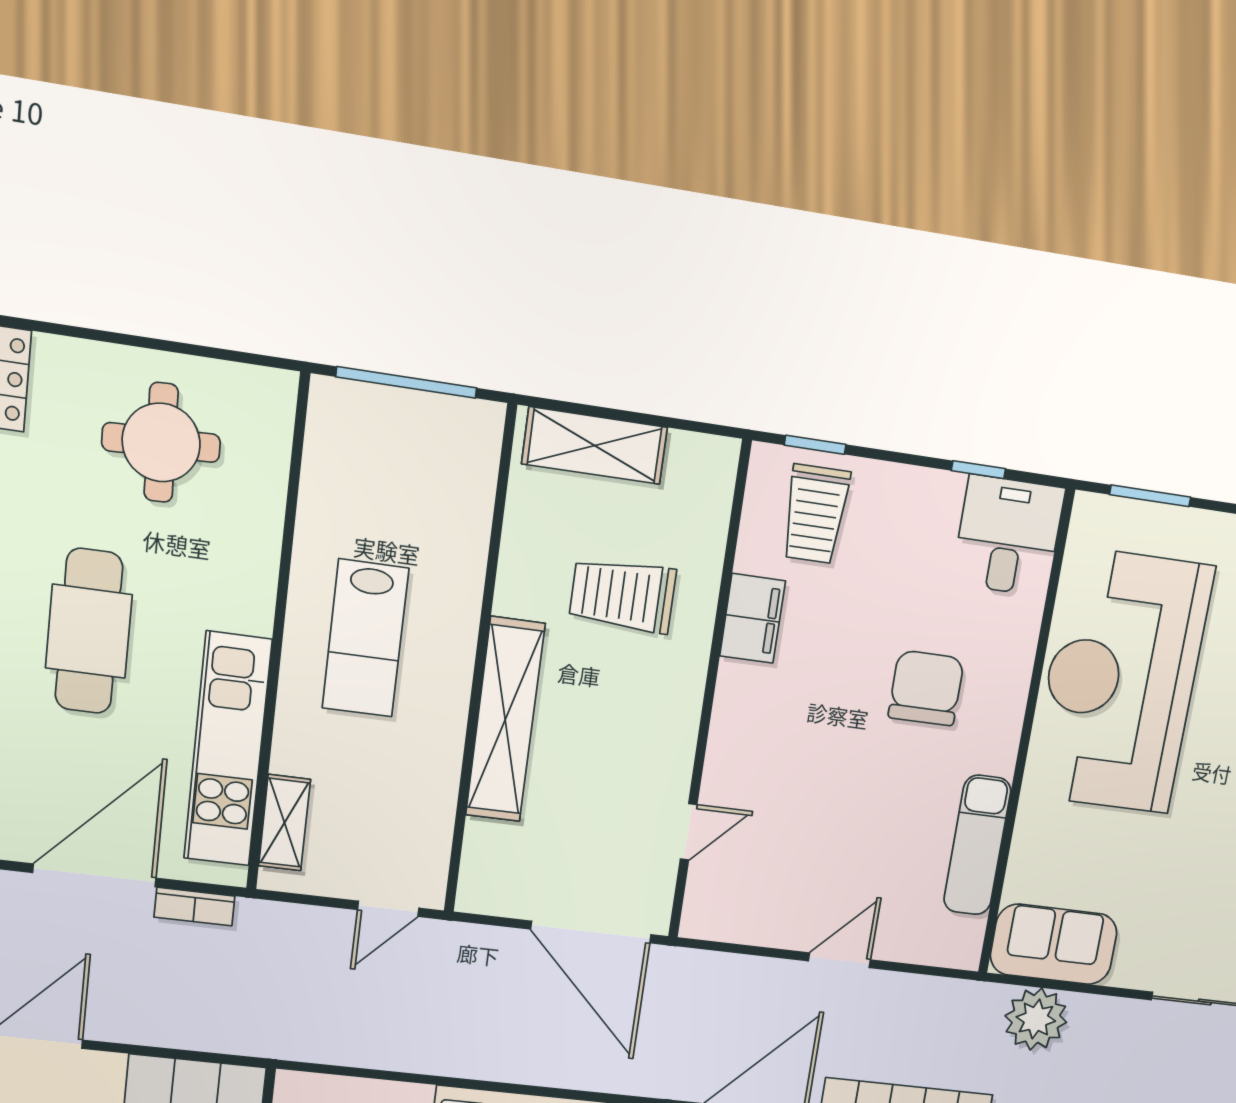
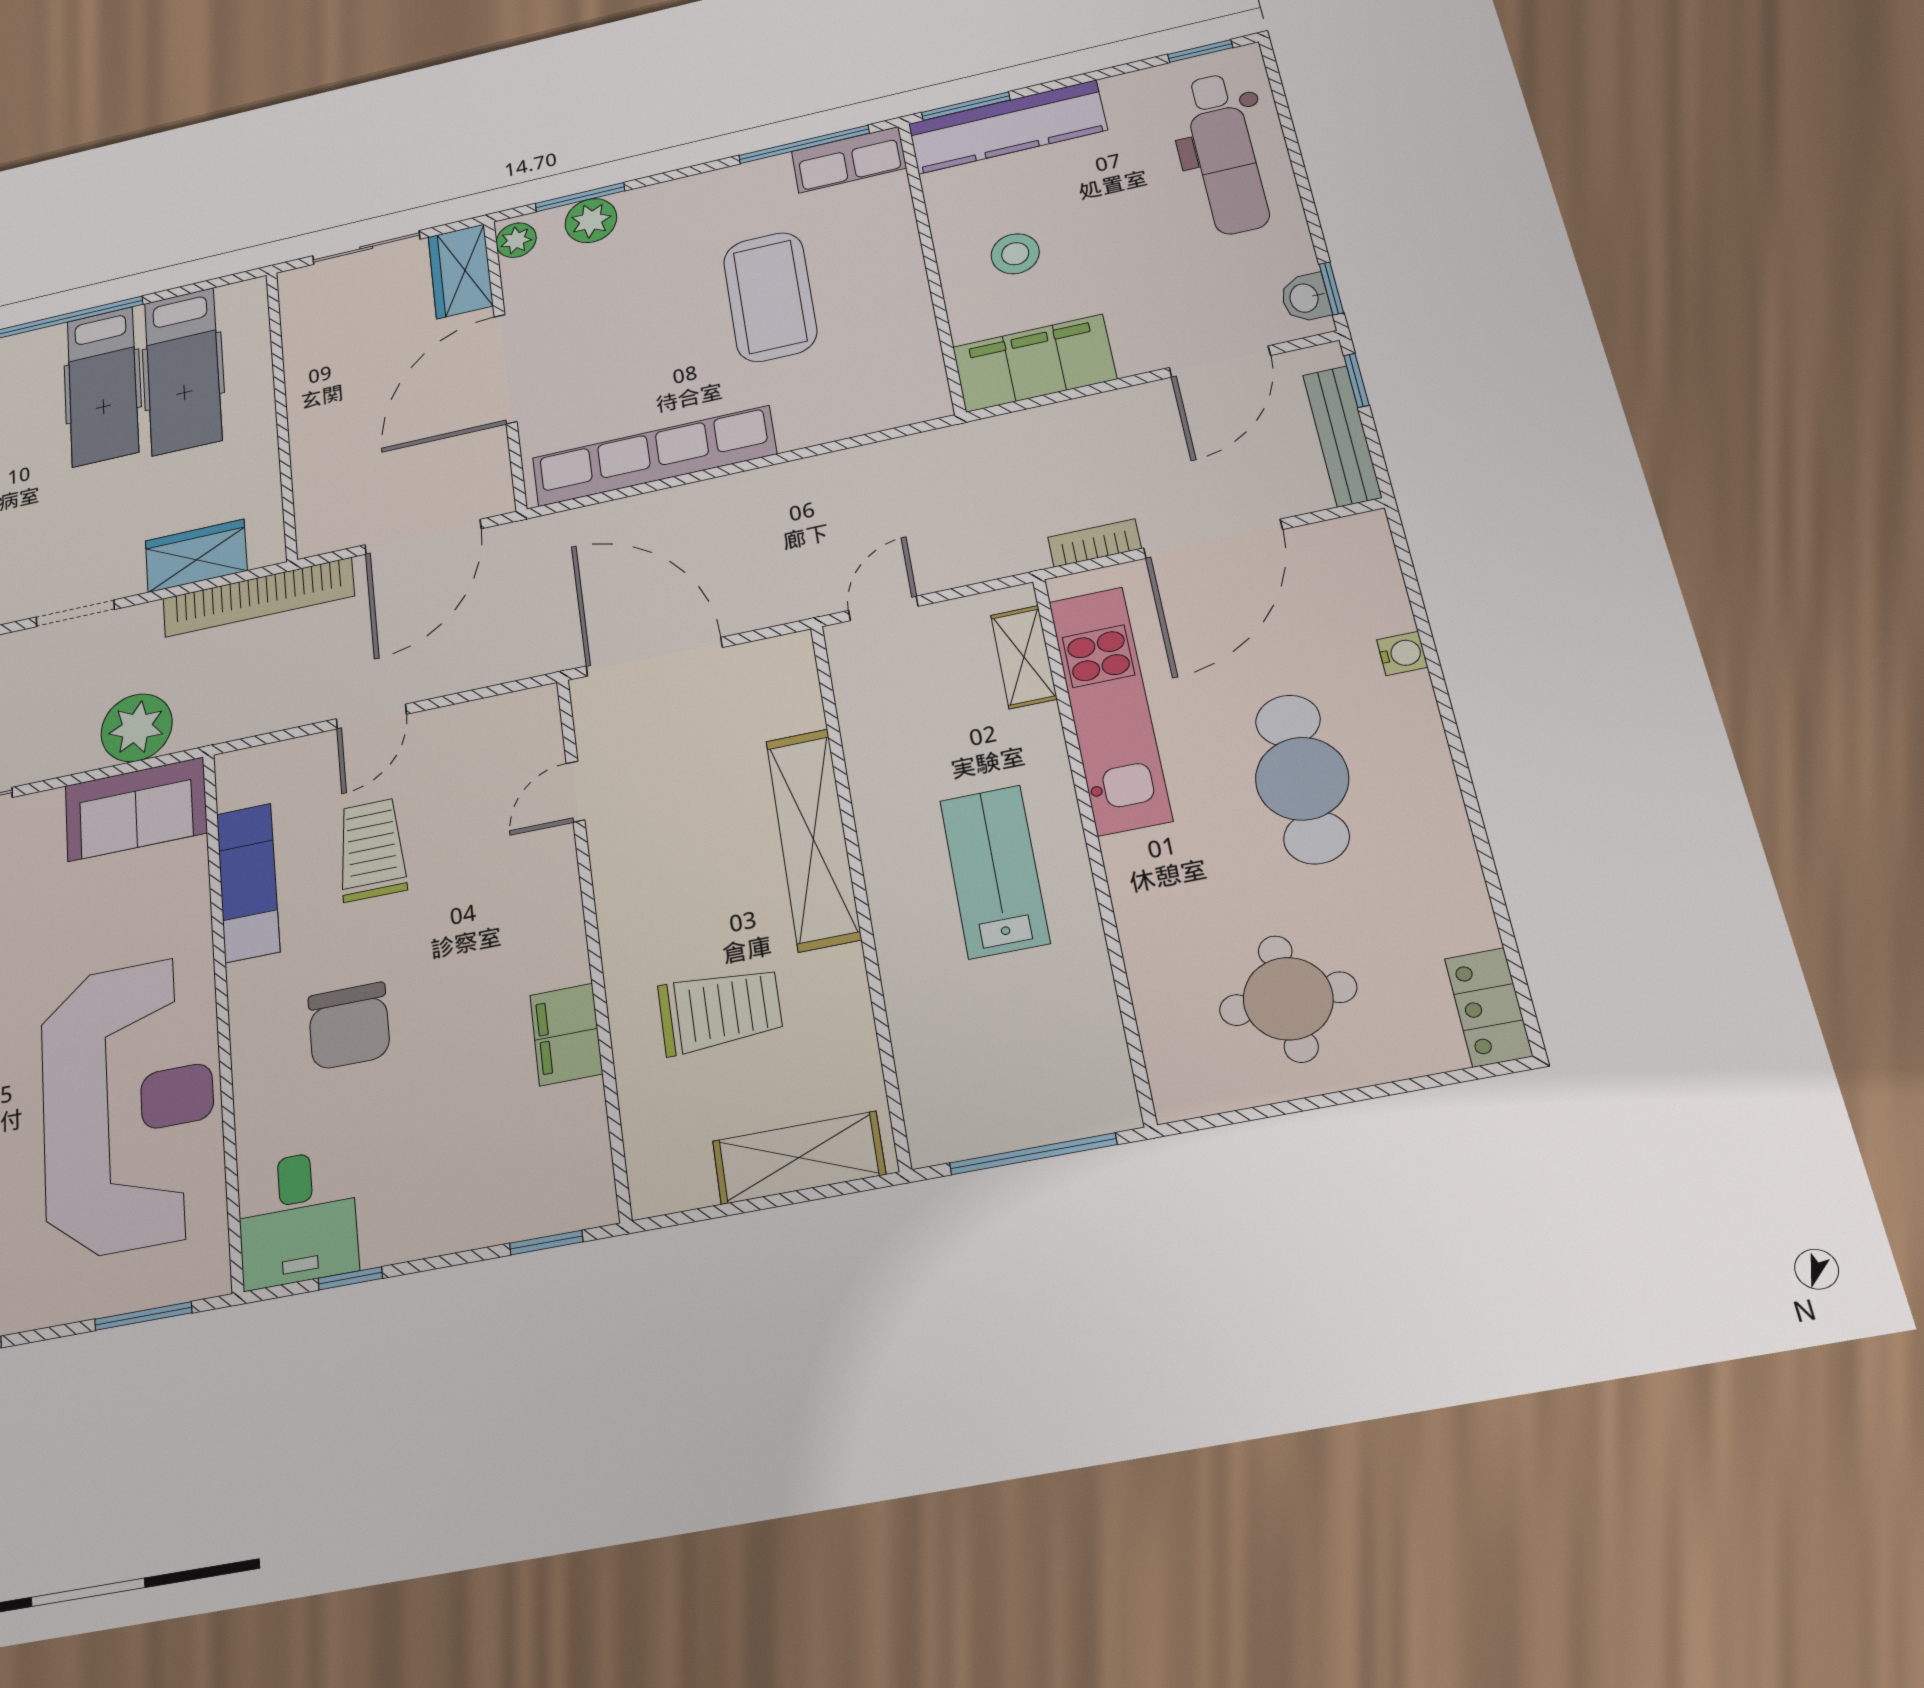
trolley: (815, 514) -> (372, 850), moved

